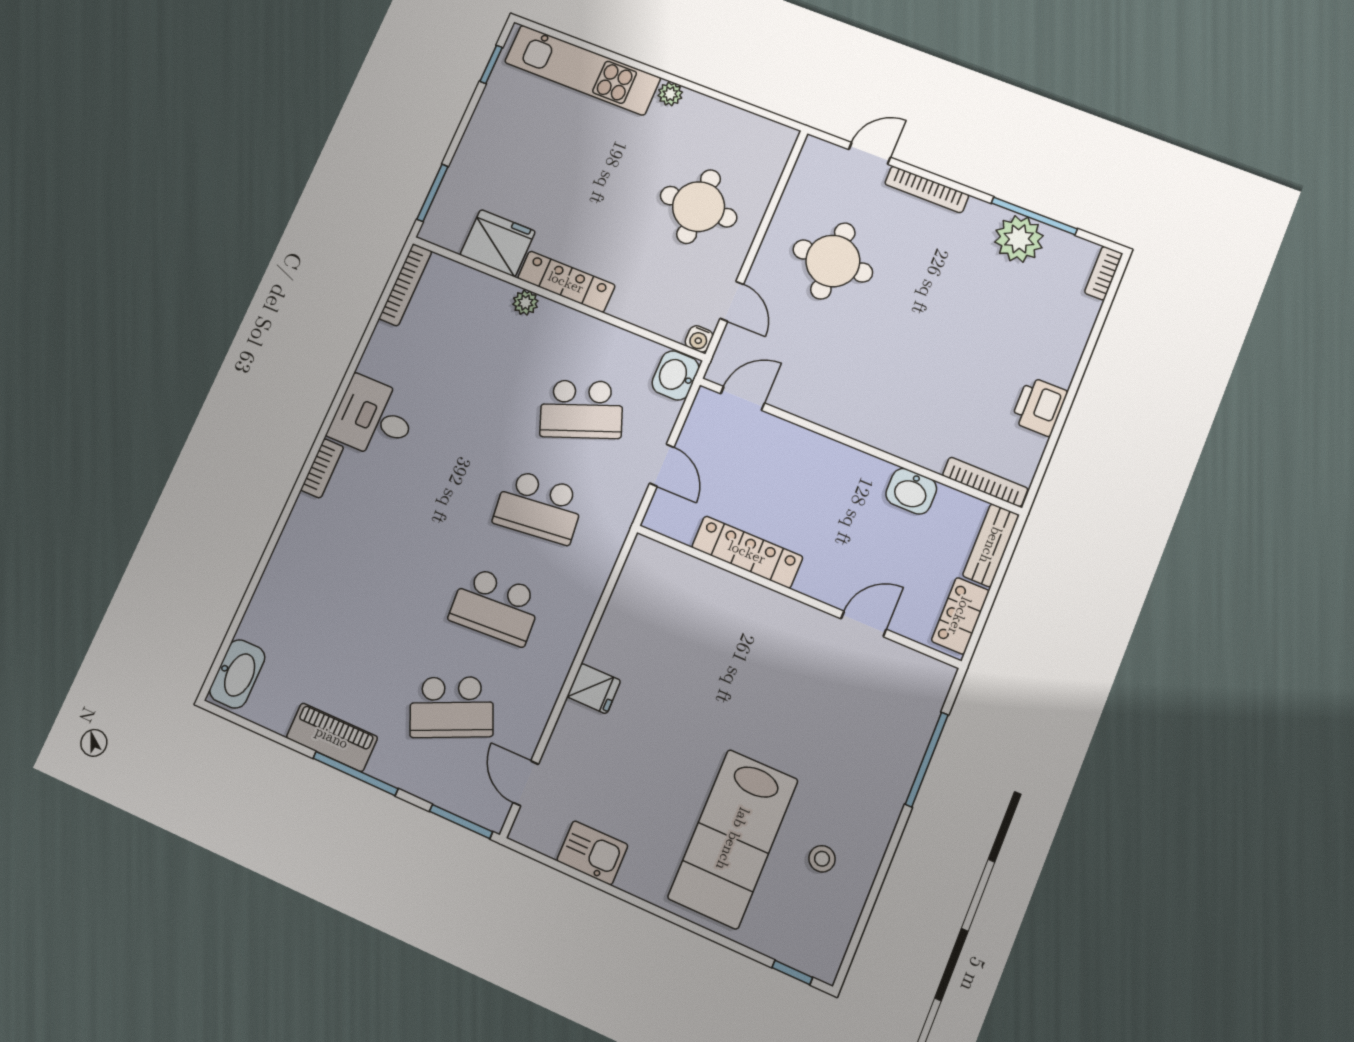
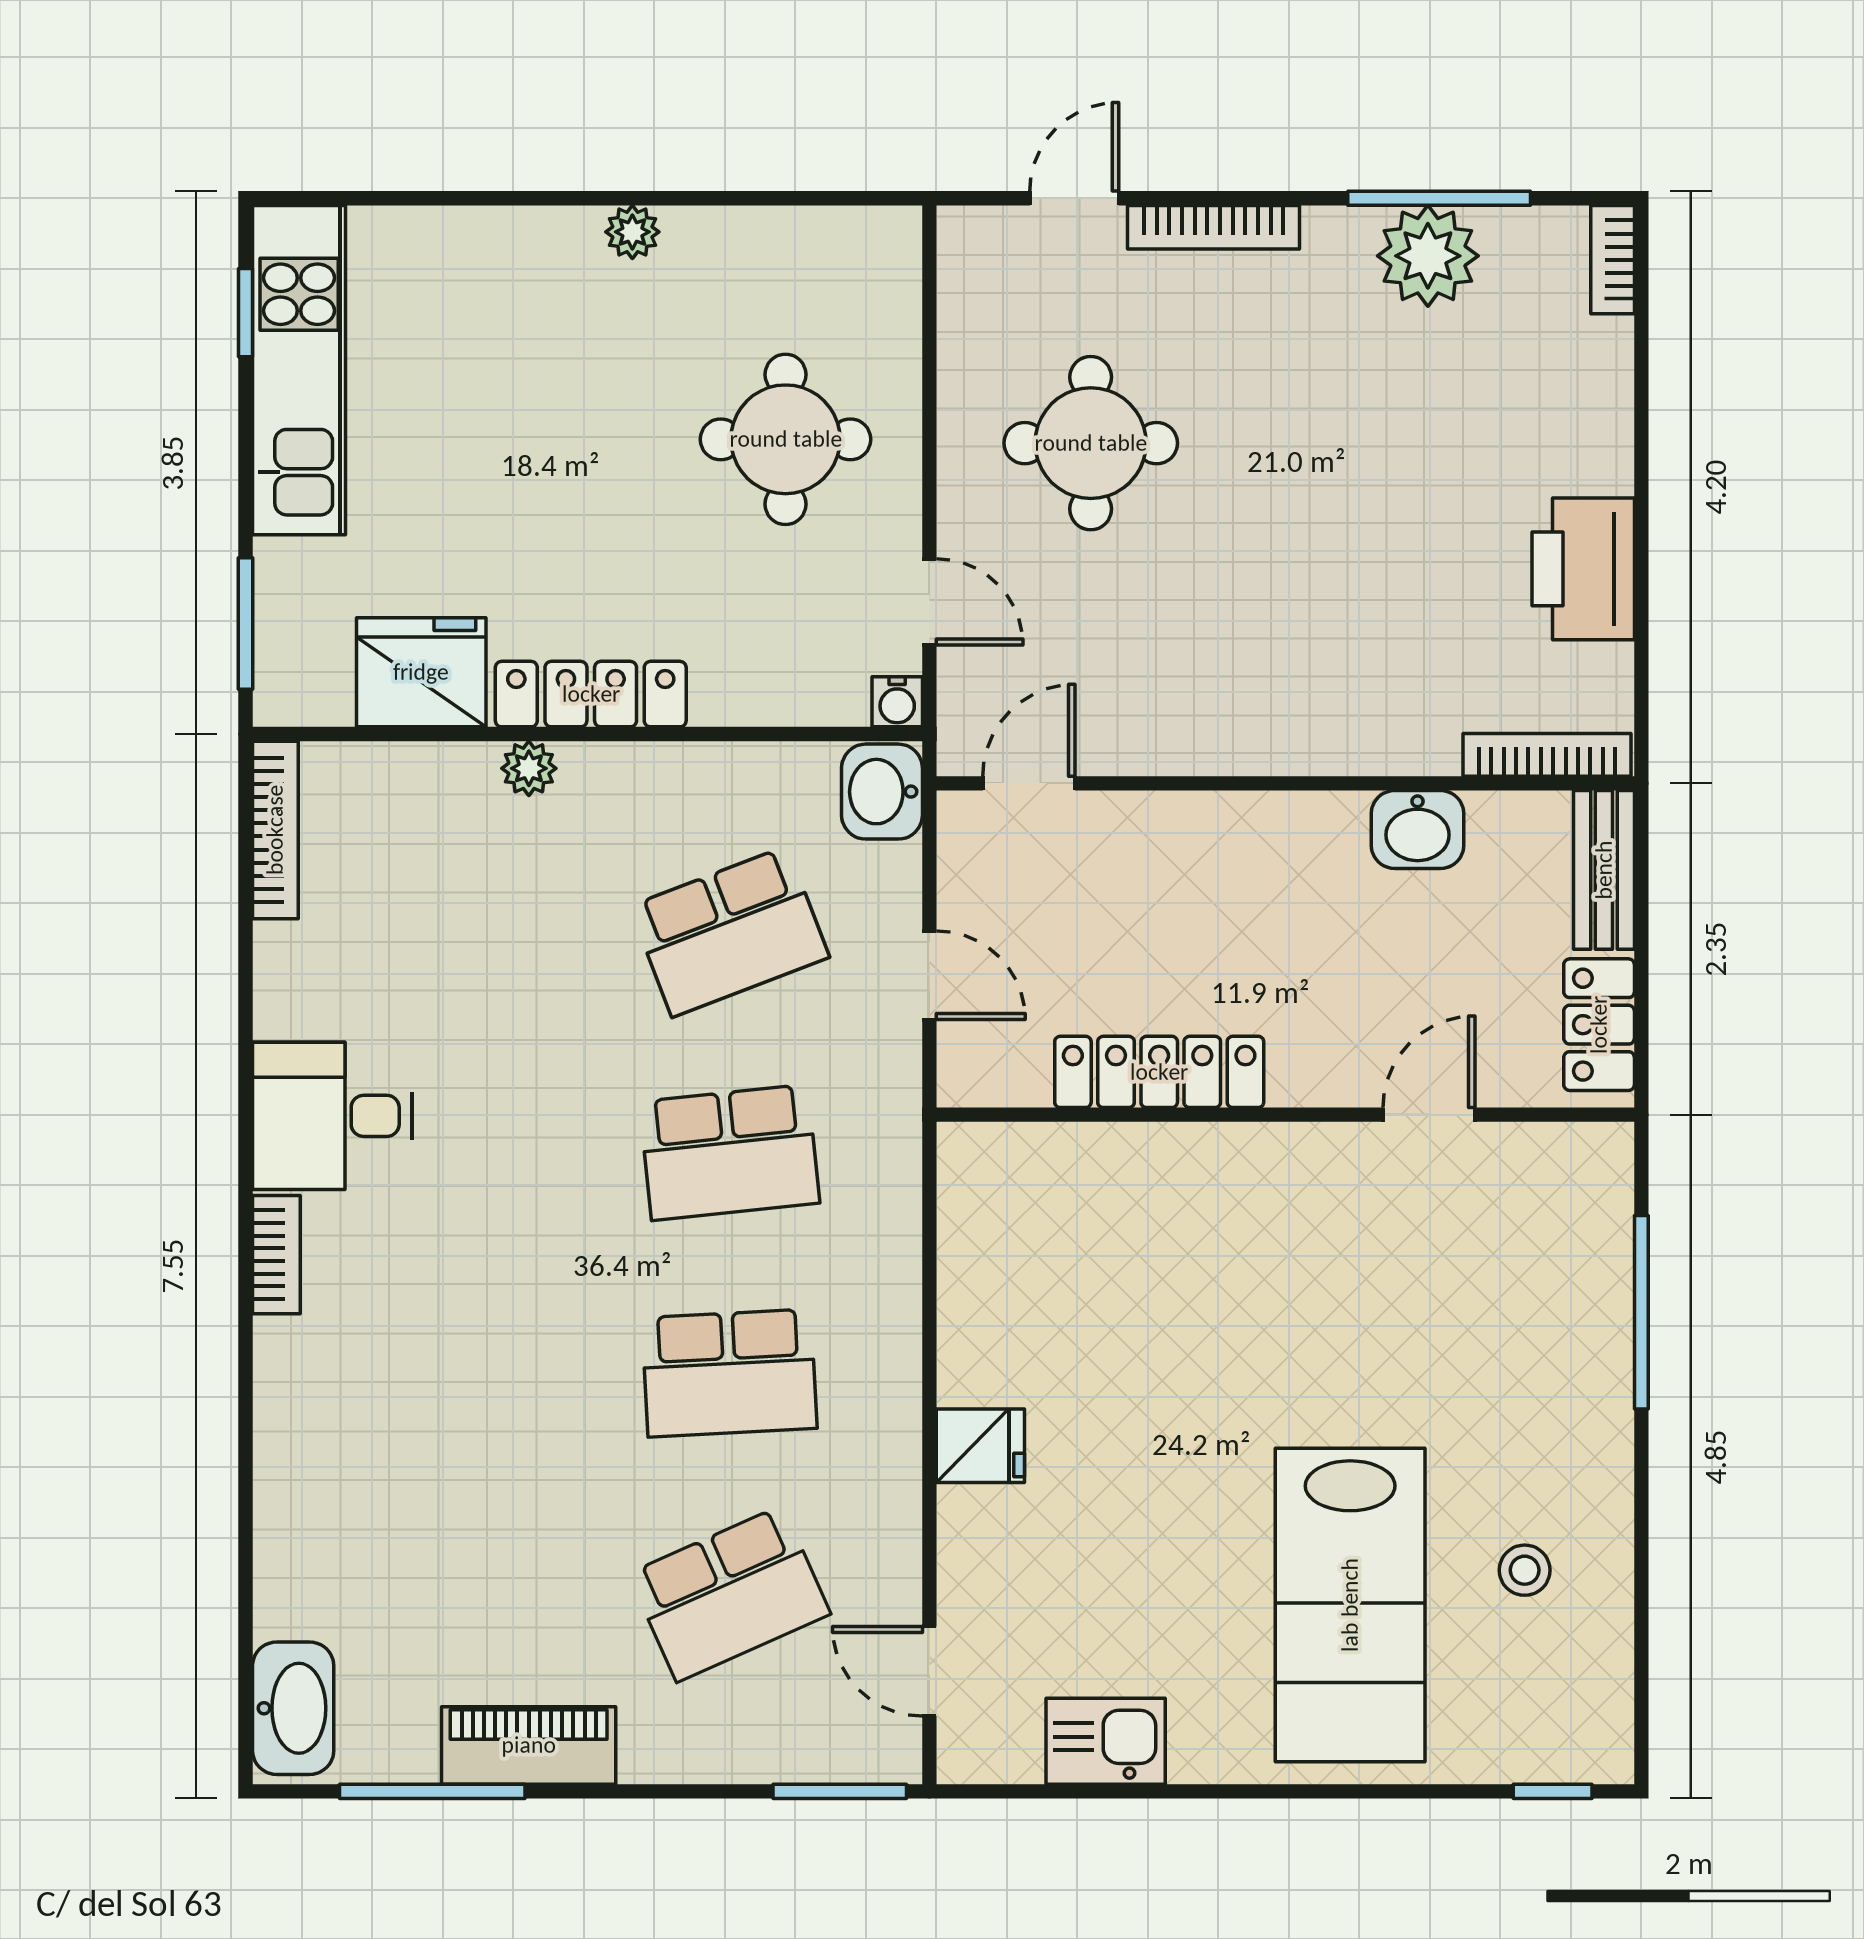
kitchen unit: (582, 70) -> (299, 370), moved, turned -90
printer: (1039, 406) -> (1583, 569), width x1.37, depth x1.19
window: (355, 773) -> (432, 1791), moved

